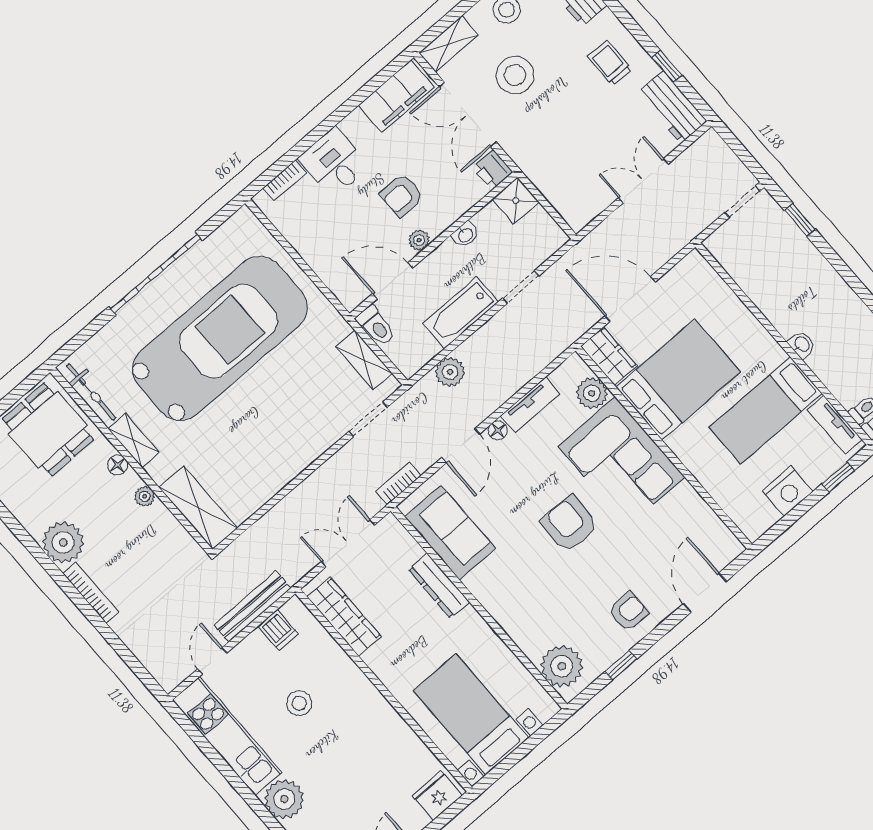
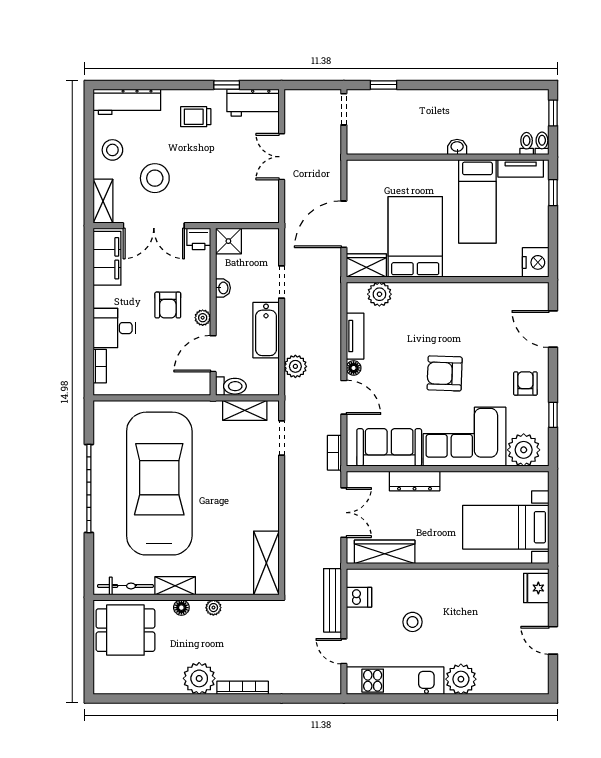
corner sofa: (621, 462) -> (464, 437), moved, turned 180
nightstand: (787, 491) -> (536, 262), moved
shelving: (198, 508) -> (266, 563), moved, turned 90
double door: (348, 543) -> (344, 513), swing flipped

